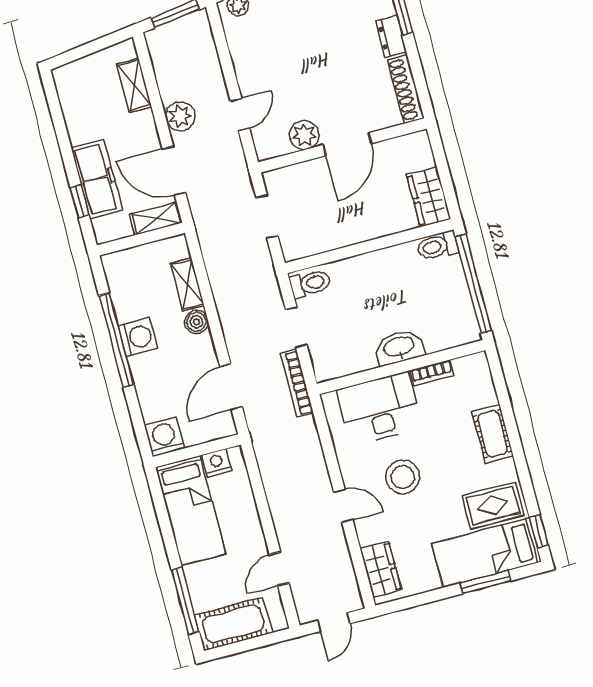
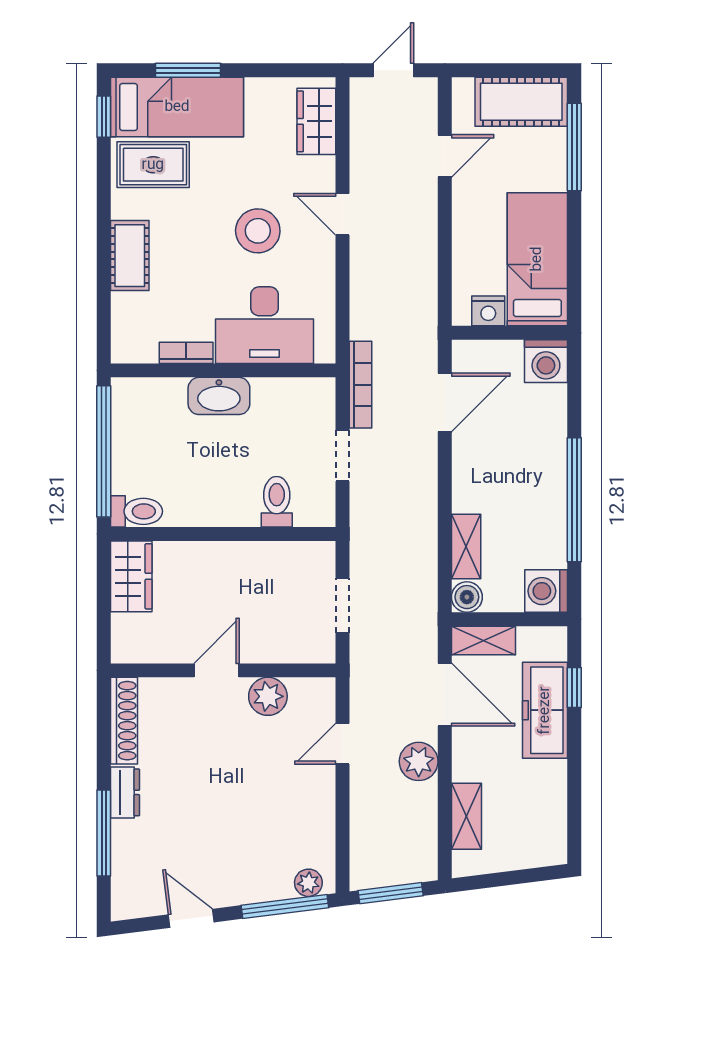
door: (347, 144) -> (217, 670), width x0.73
toilet: (310, 284) -> (277, 502), moved, turned 90
boiler: (196, 322) -> (467, 597), moved
washing machine: (138, 337) -> (546, 591), moved

